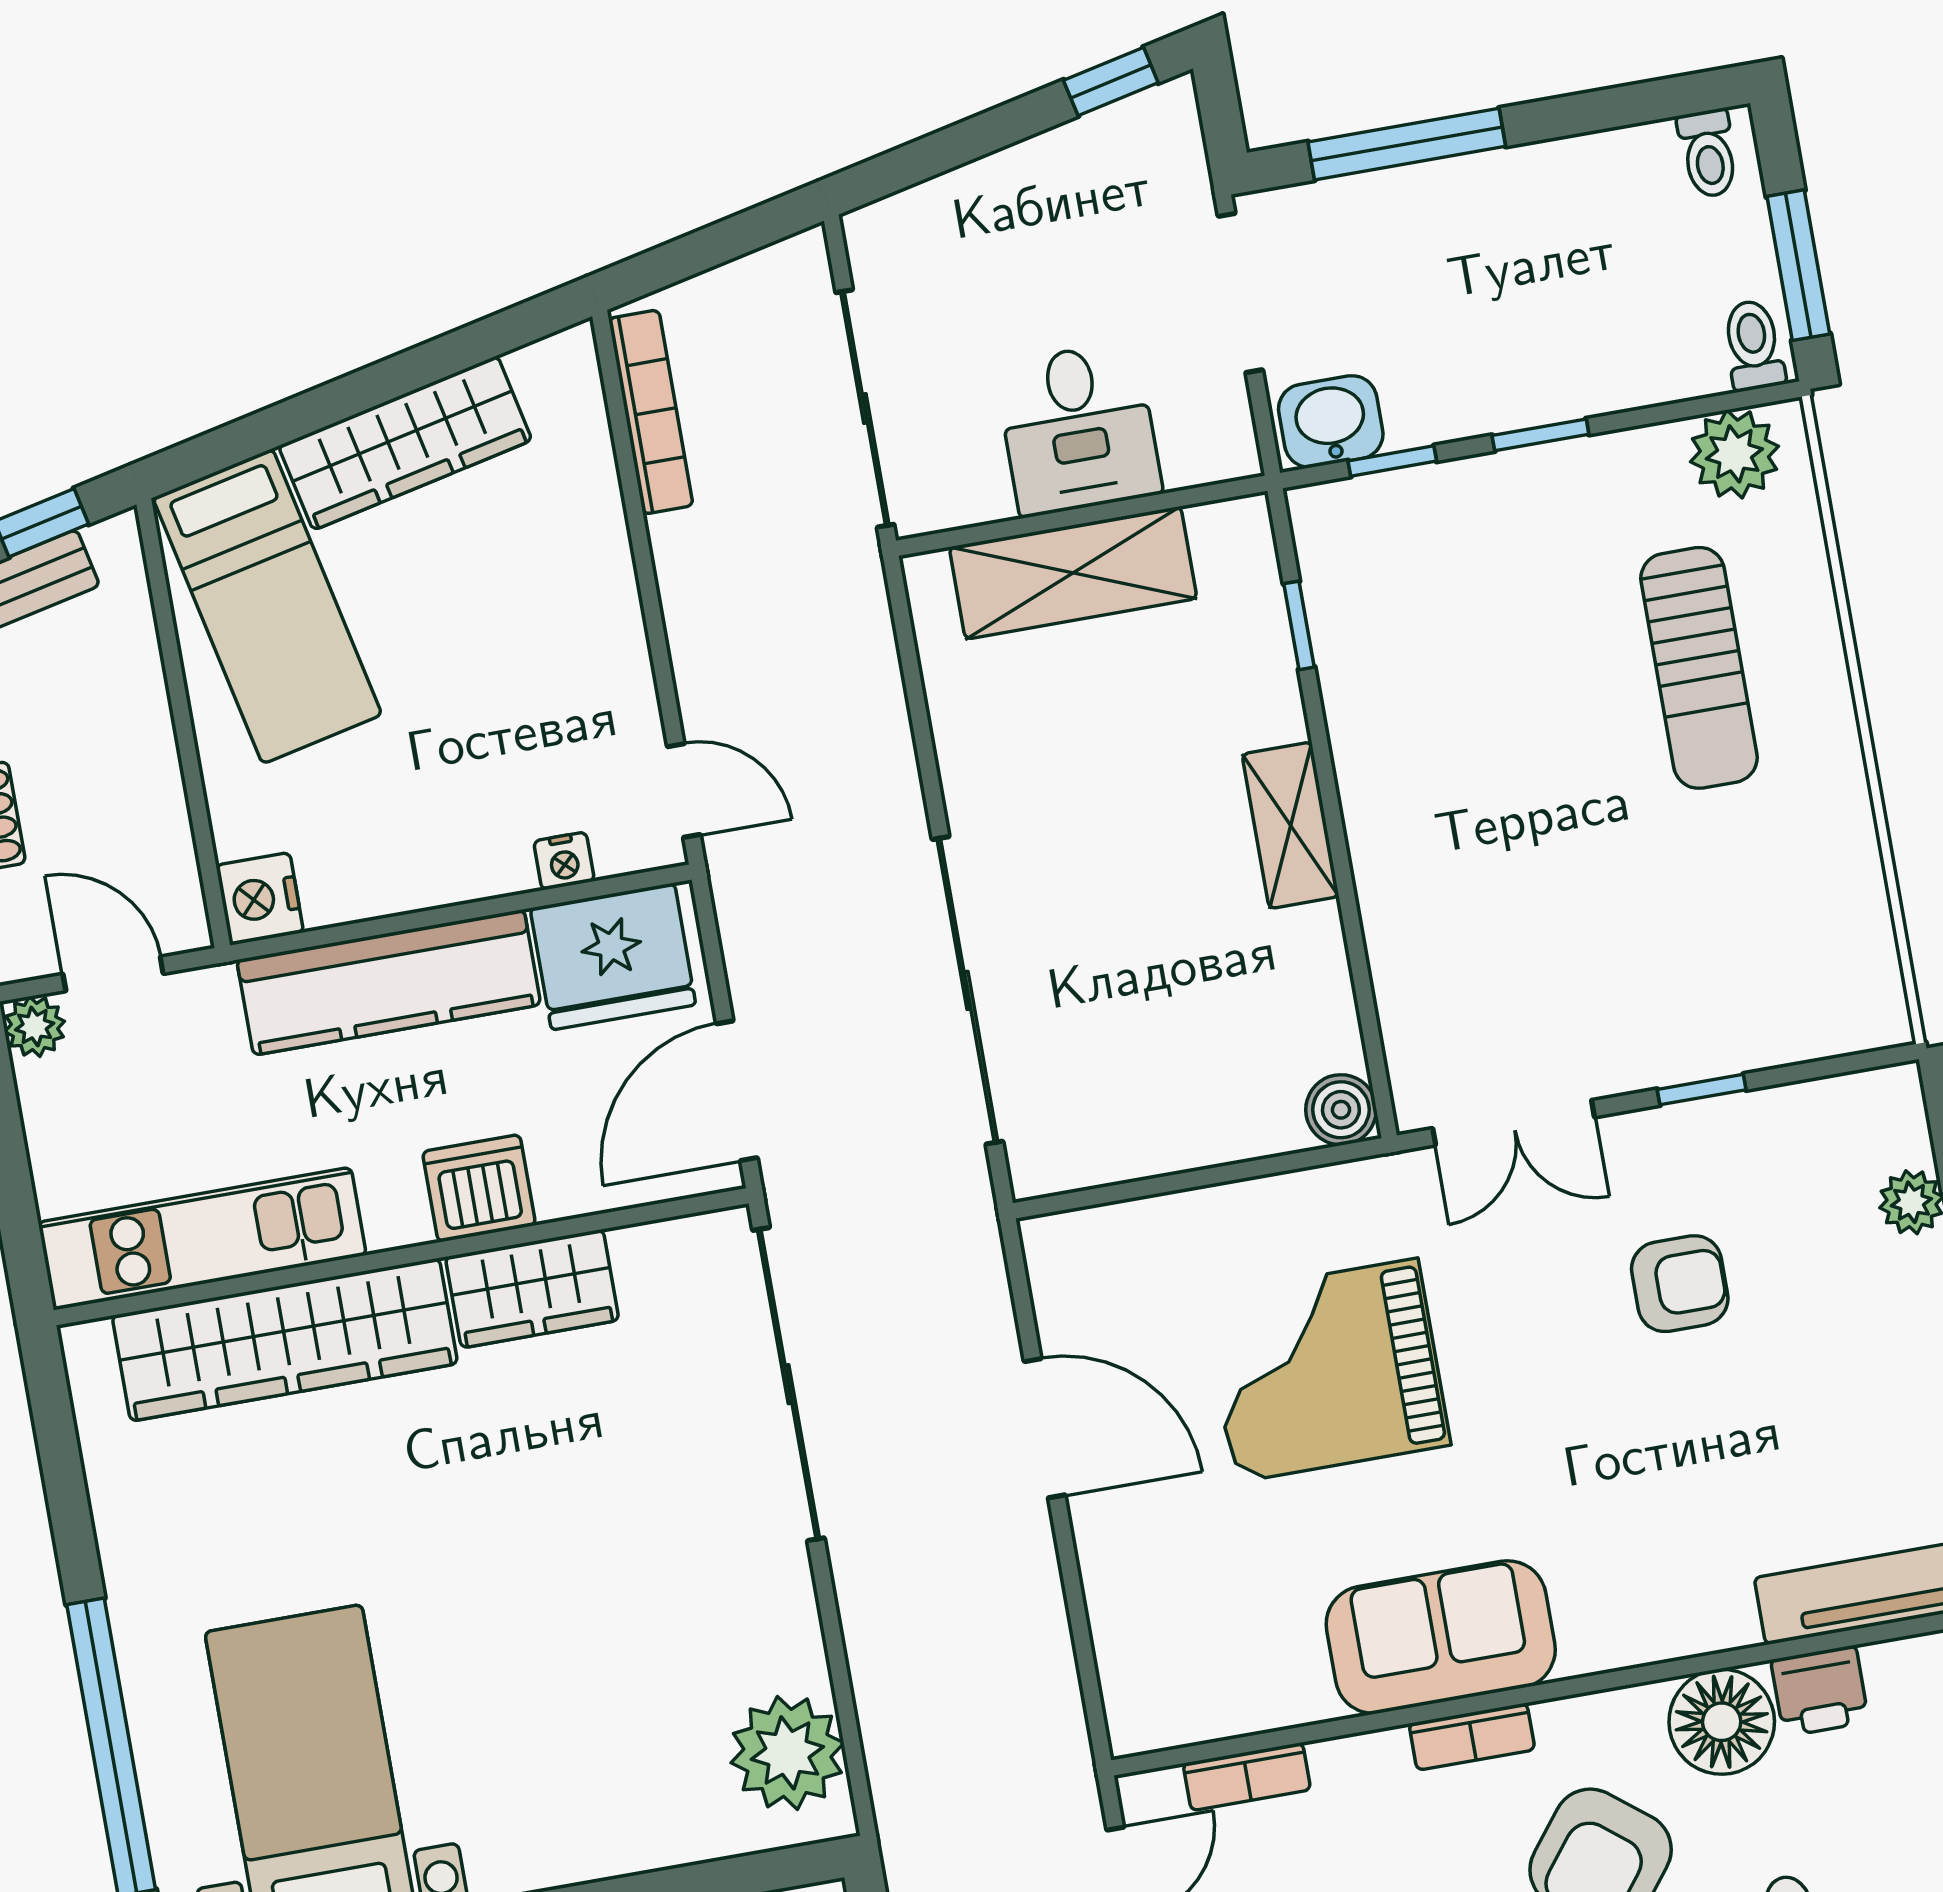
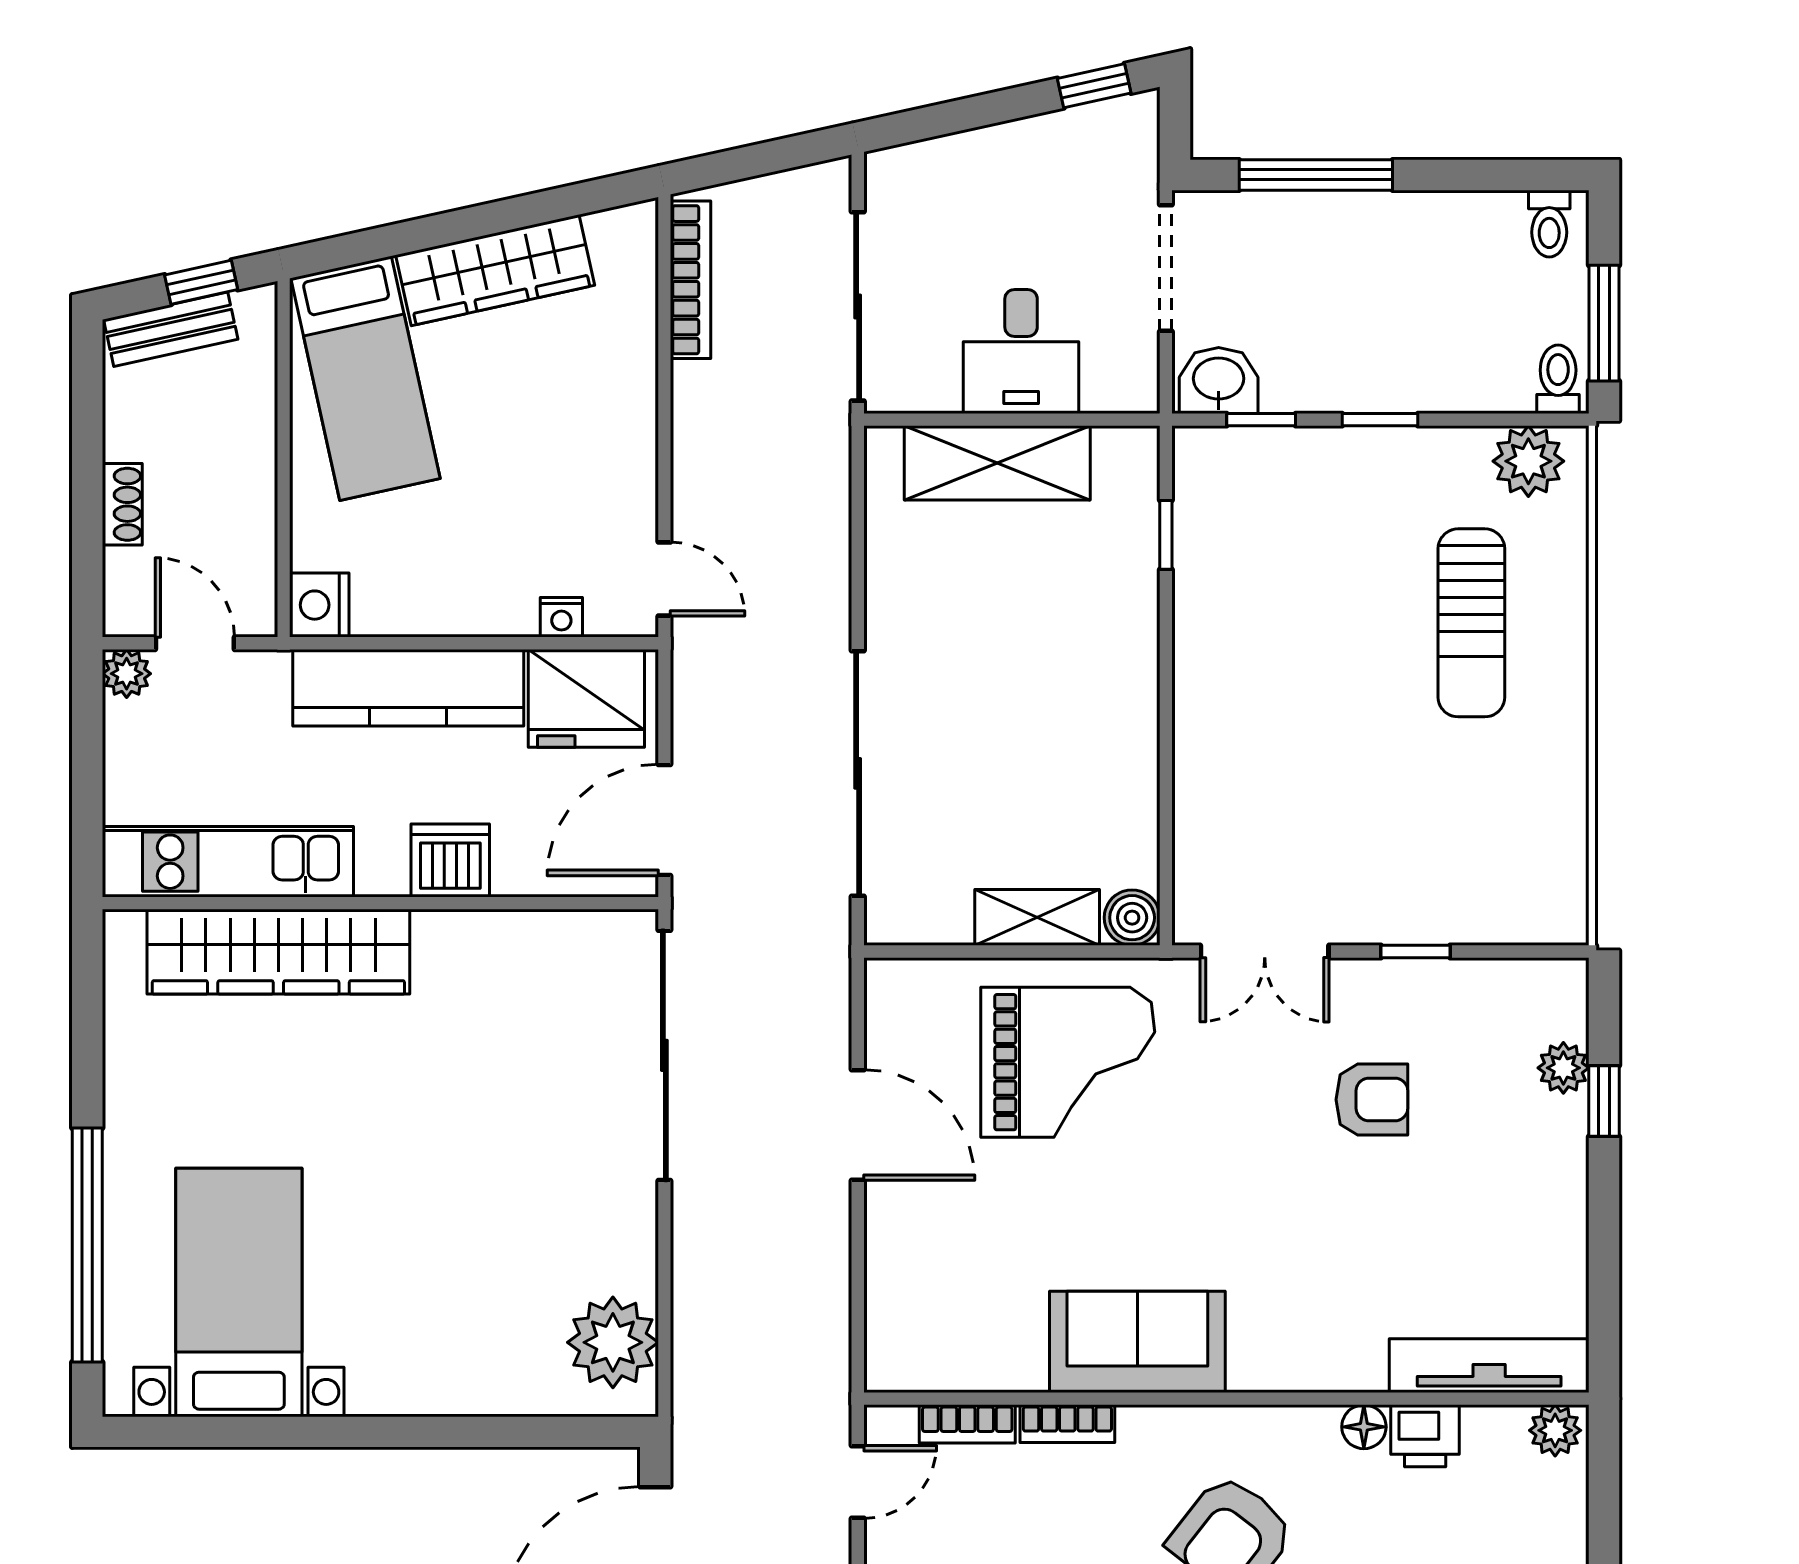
shelving: (1291, 825) -> (1037, 917), moved, turned 90
wardrobe: (532, 1289) -> (478, 946), removed
grand piano: (1326, 1370) -> (1068, 1062), moved, turned 180
floor lamp: (1722, 1722) -> (1364, 1427), width x0.53, depth x0.53
bookcase: (1472, 1737) -> (1067, 1424), moved

